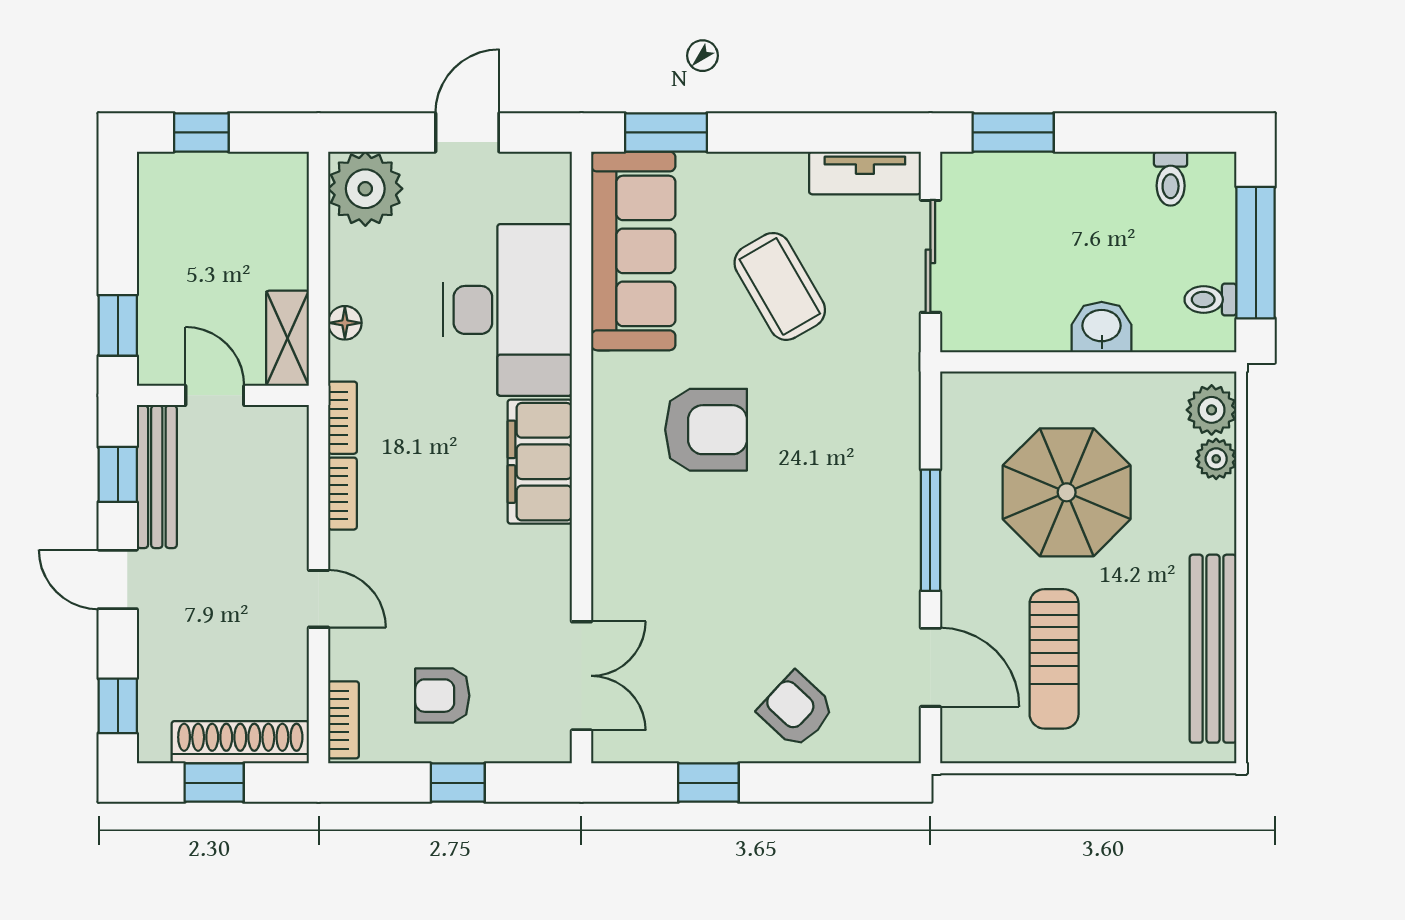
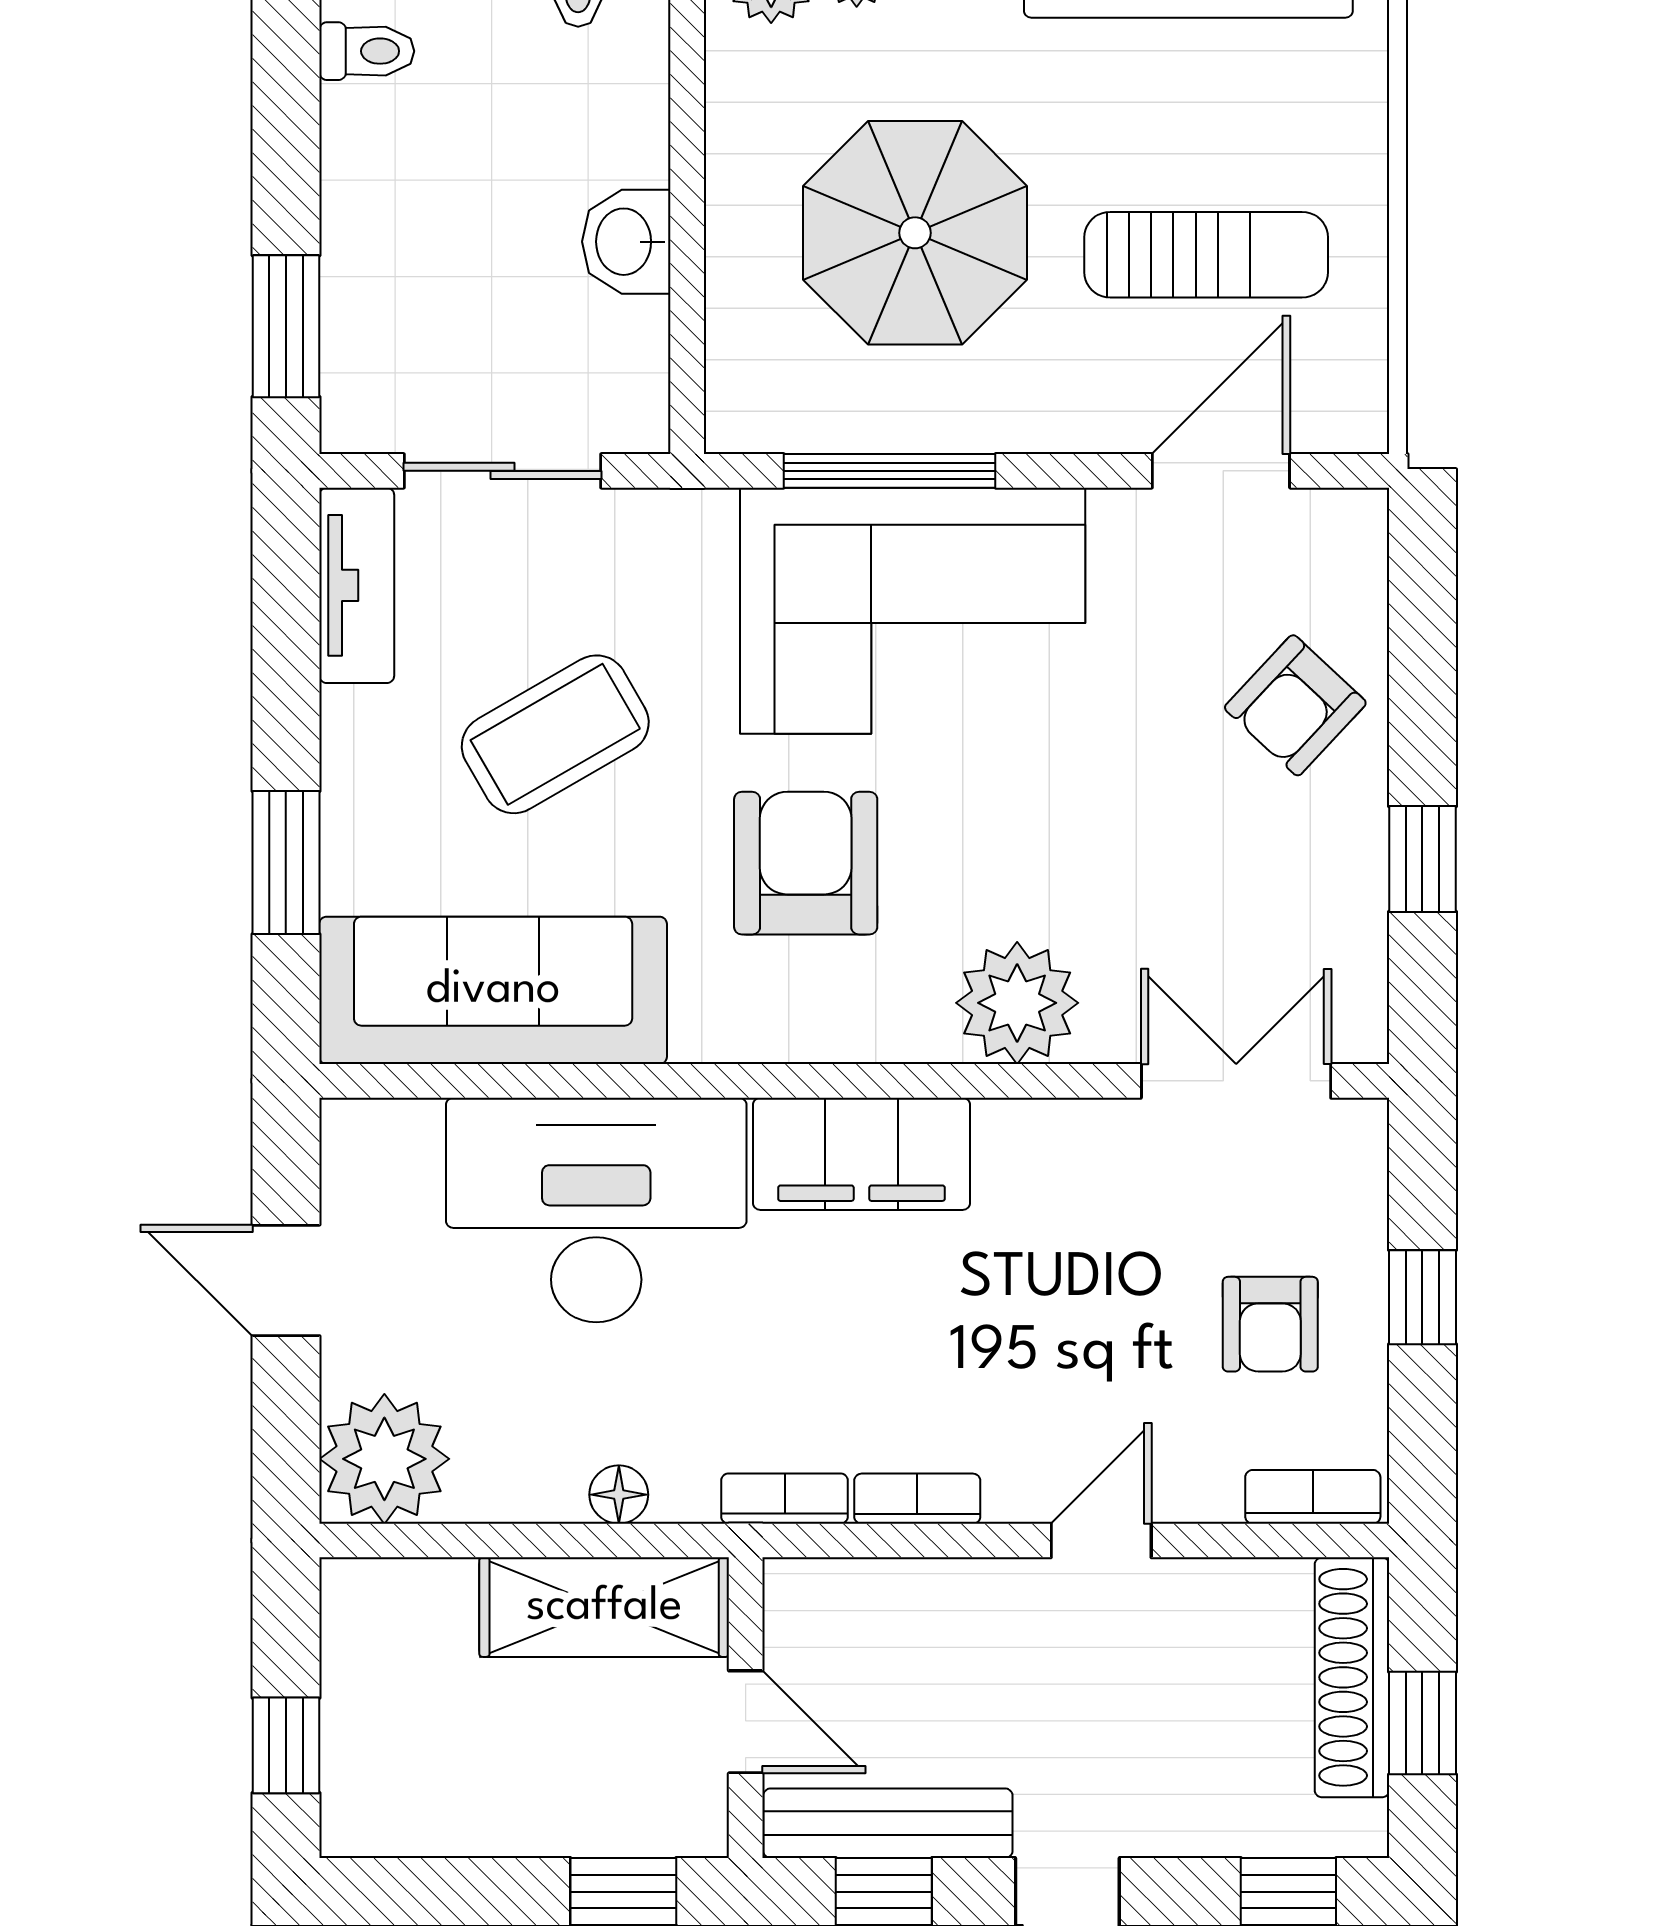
window: (666, 132) -> (286, 863), moved
washbasin: (1102, 327) -> (626, 242), moved
shelving: (288, 338) -> (604, 1607), width x1.50, depth x1.33
door: (215, 395) -> (746, 1722), swing flipped
corner sofa: (850, 491) -> (913, 611), added
window: (930, 530) -> (890, 471), moved
plant: (626, 551) -> (1017, 1003), added

